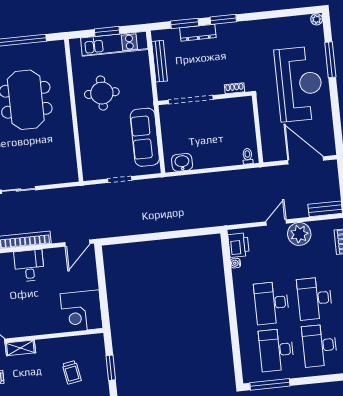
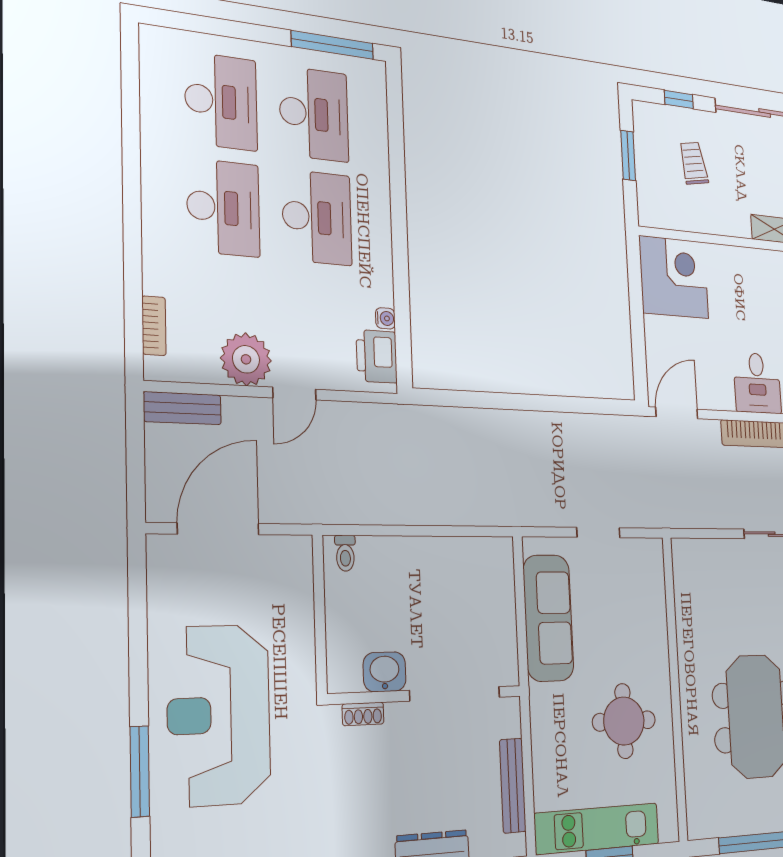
door: (306, 160) -> (218, 529), swing flipped
washbasin: (182, 162) -> (385, 672), moved, turned 180

